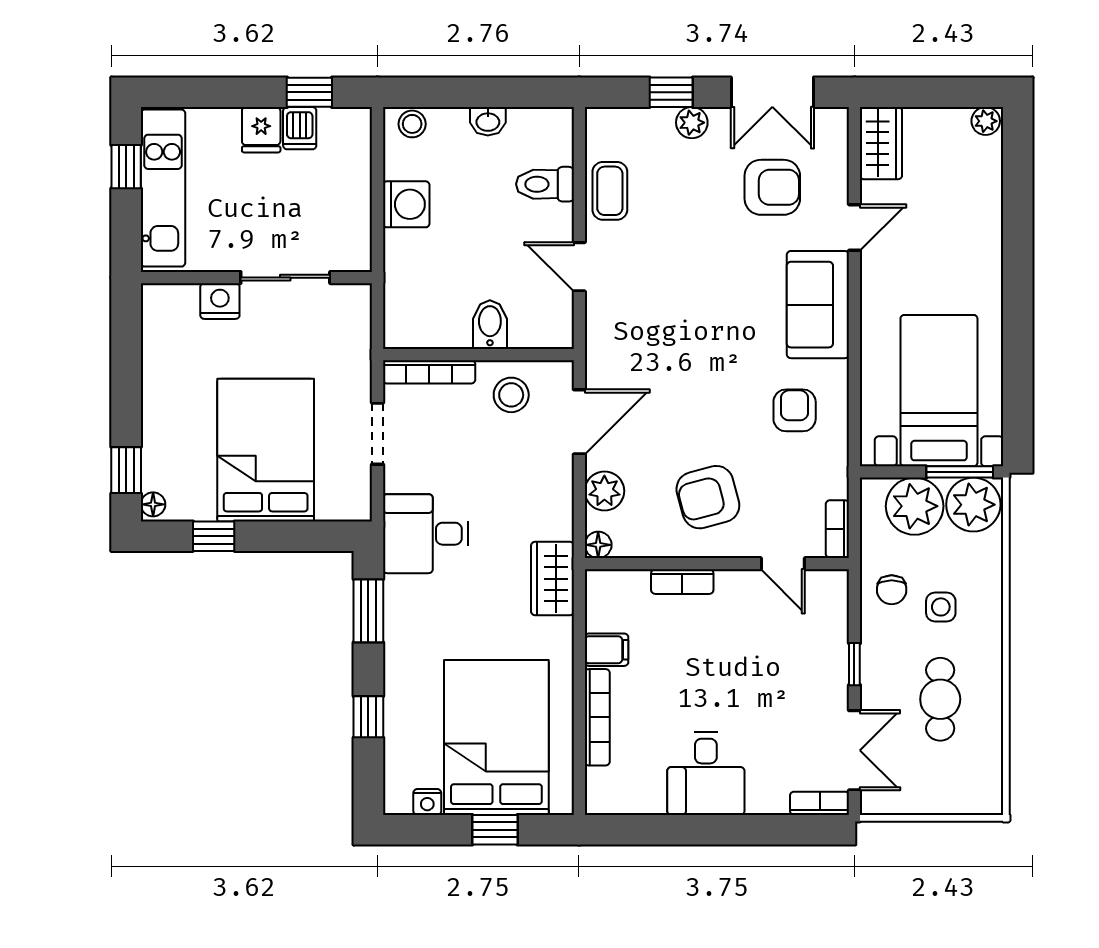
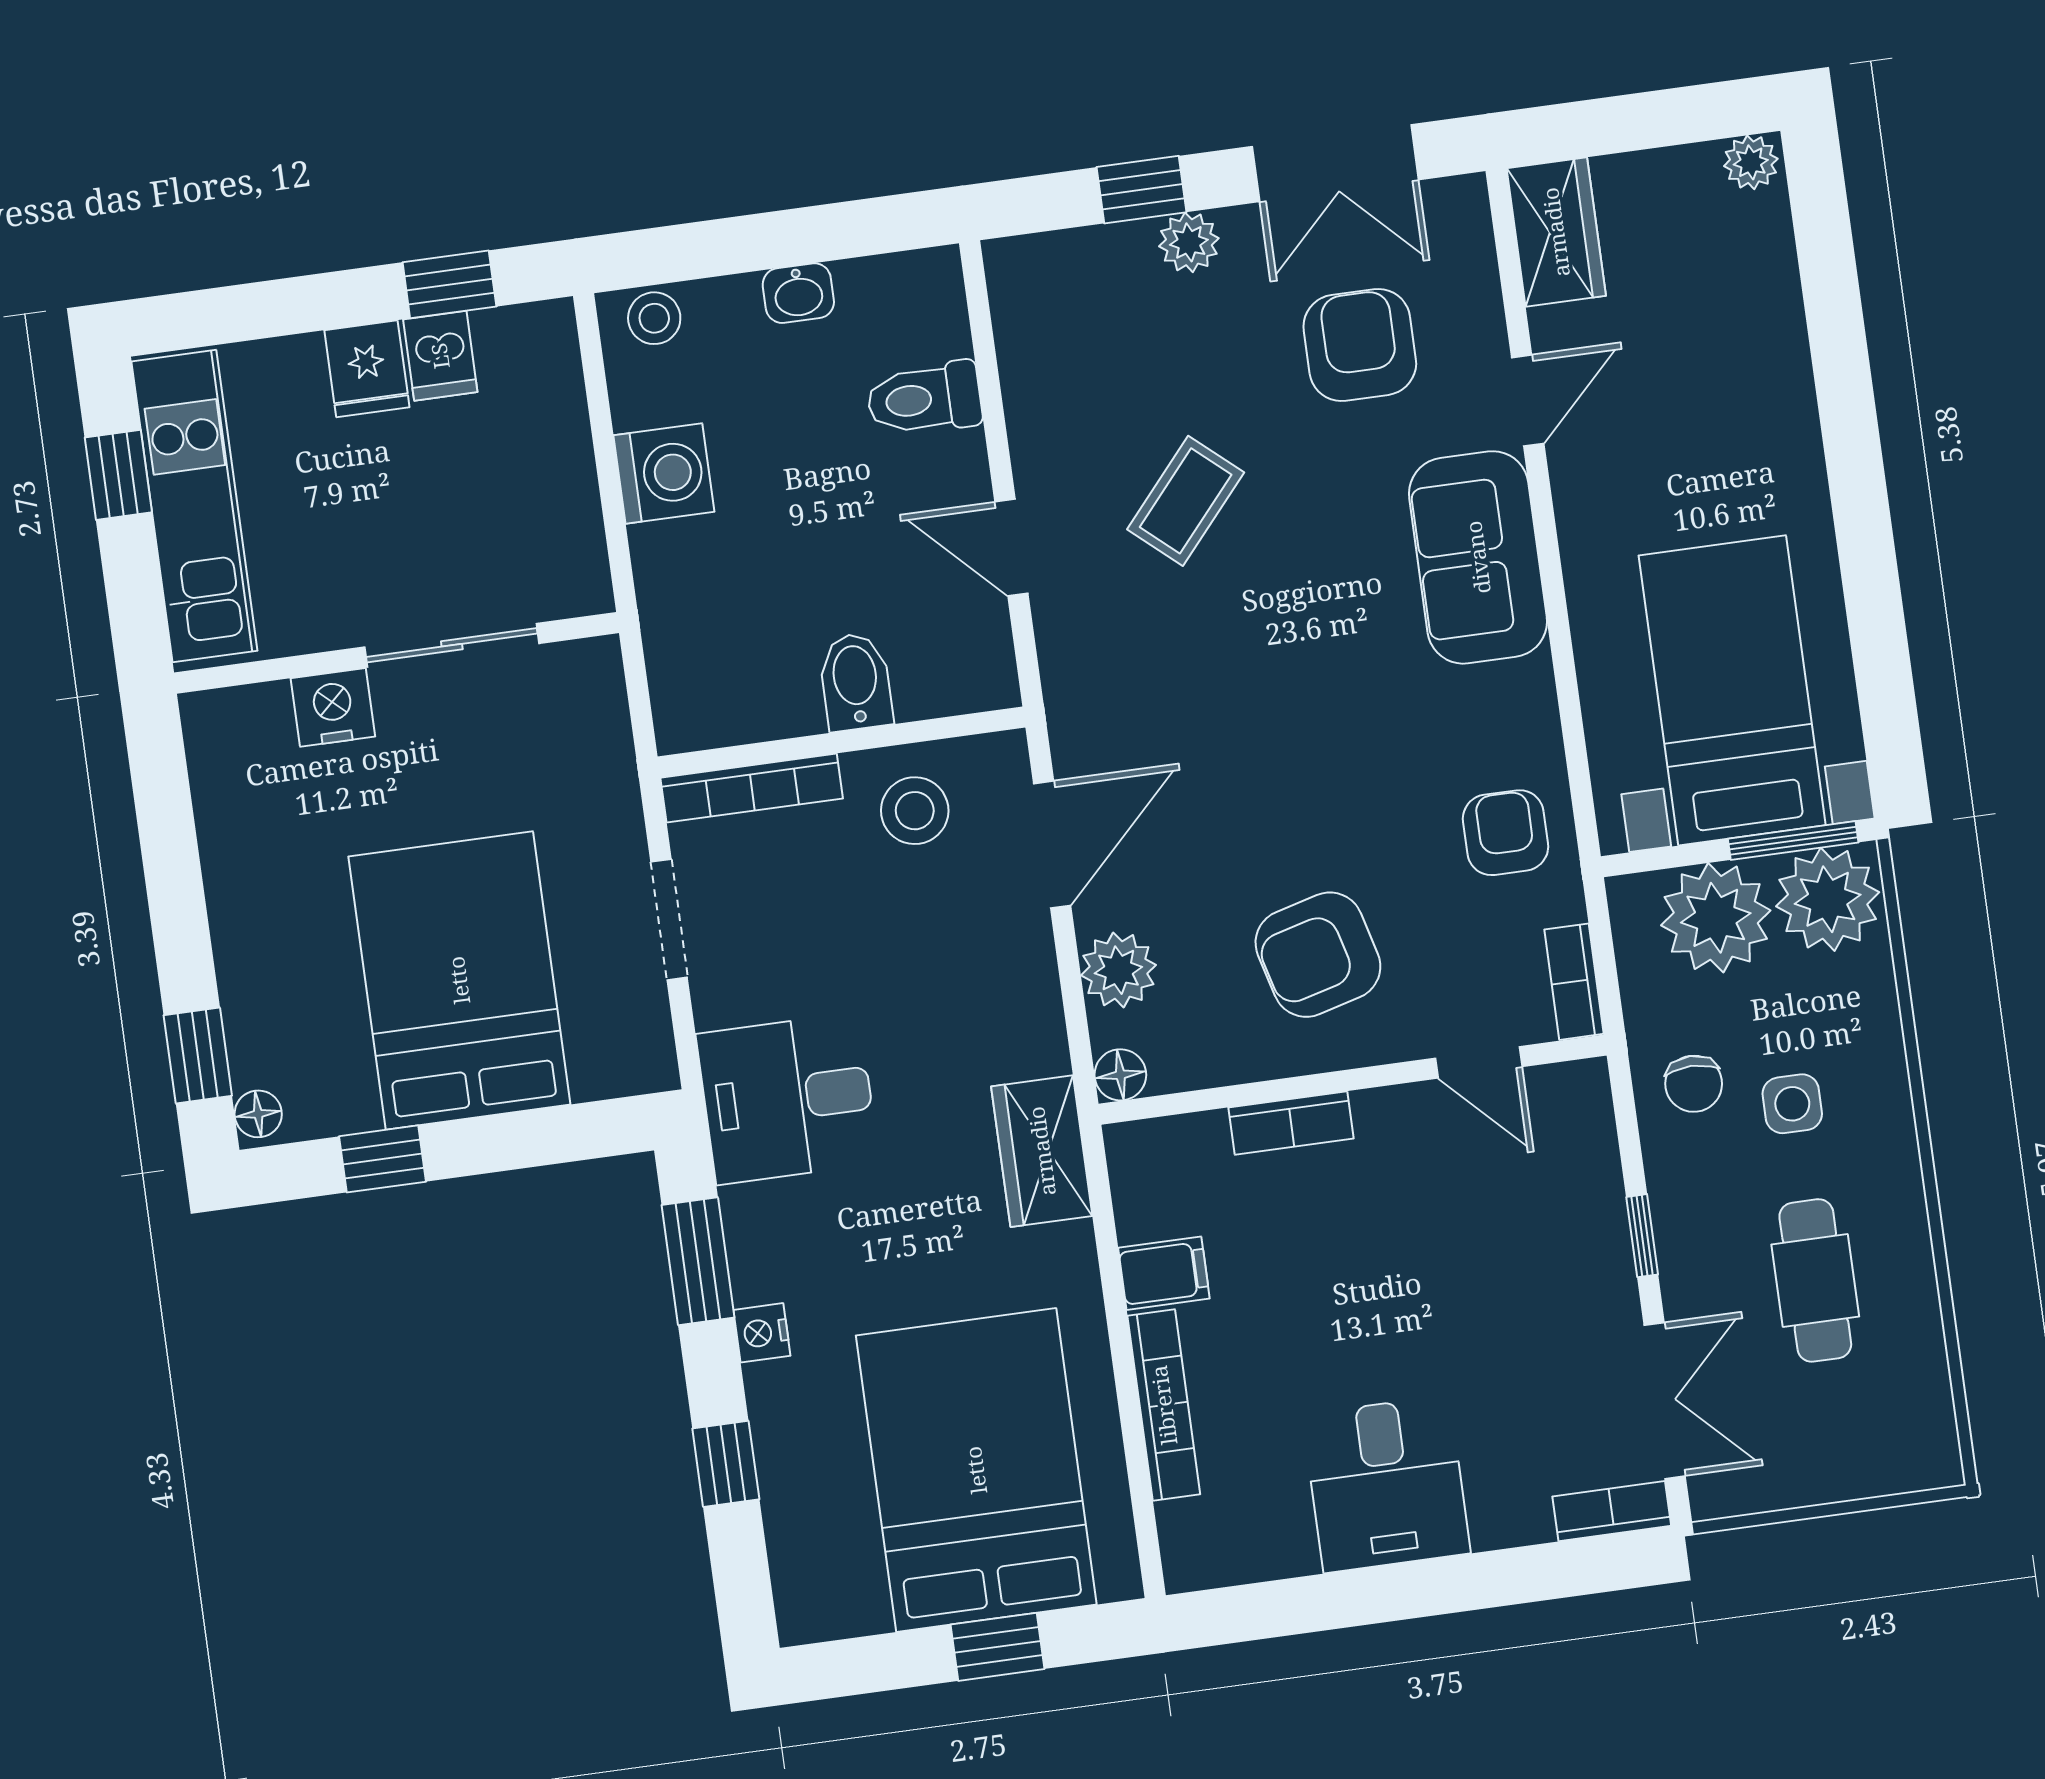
armchair: (772, 187) -> (1360, 345), turned -90
coffee table: (610, 191) -> (1186, 501), moved, turned 41
armchair: (795, 410) -> (1506, 833), moved
nightstand: (427, 802) -> (762, 1333), moved, turned 90

